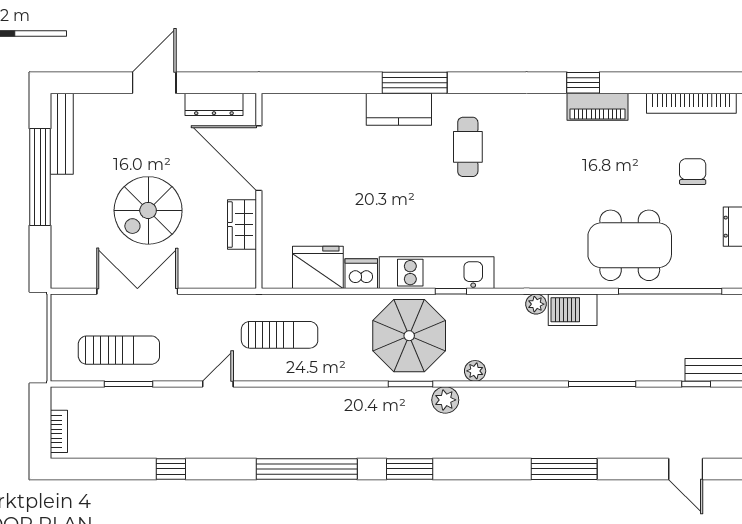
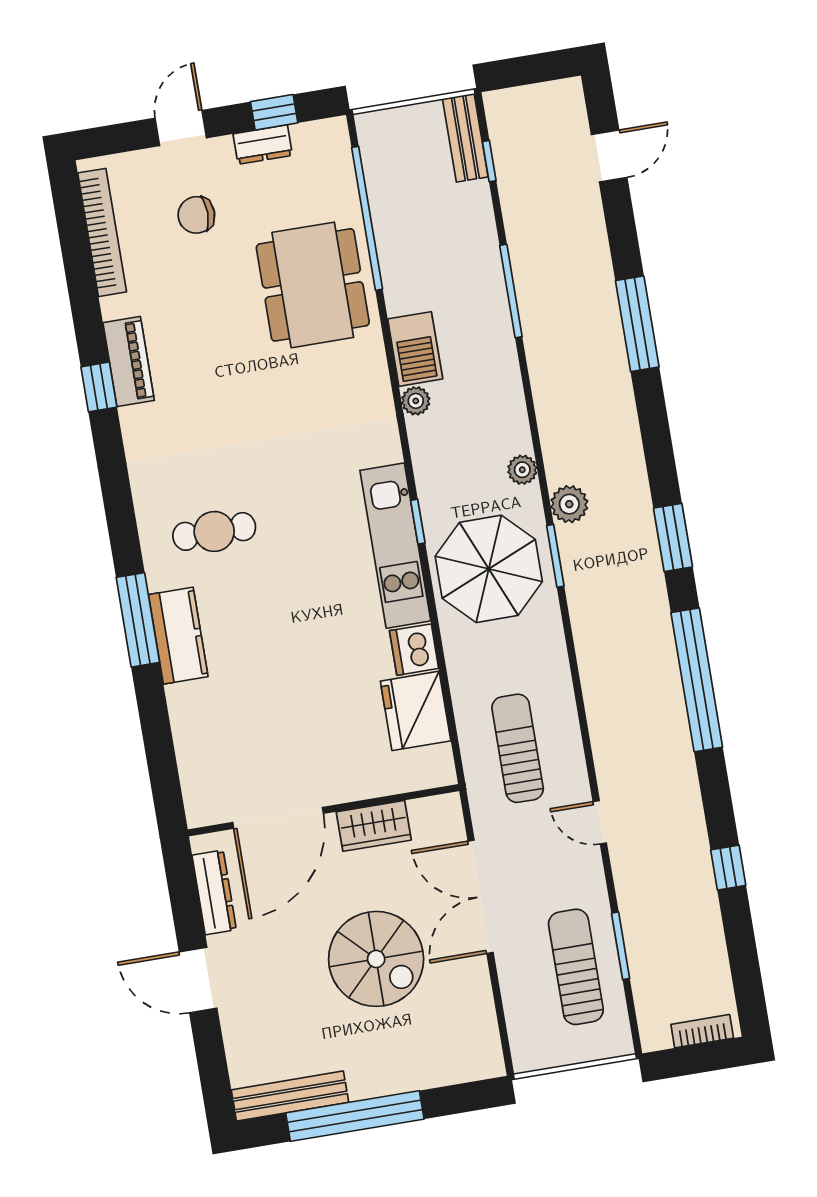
double door: (137, 291) -> (481, 897), moved

